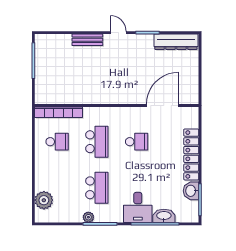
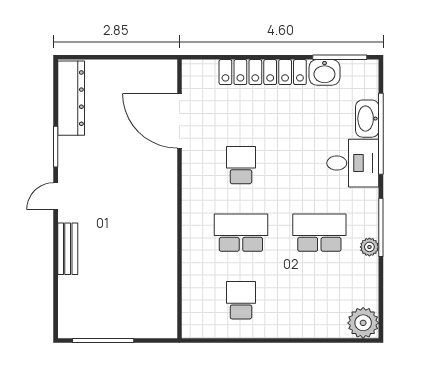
bookcase: (59, 112) -> (191, 298), removed
plant: (44, 200) -> (363, 323), moved

